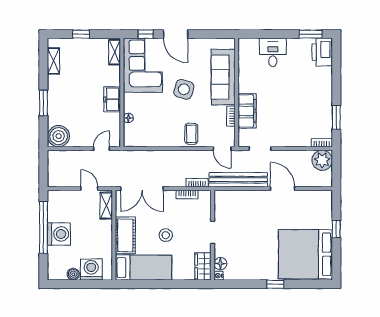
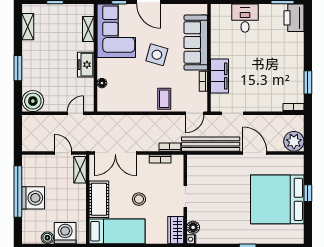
shelving: (115, 52) -> (88, 29), moved
door: (222, 149) -> (195, 113), hinge flipped
plant: (322, 160) -> (294, 141), moved
bed: (305, 254) -> (277, 199), moved

